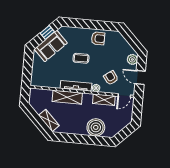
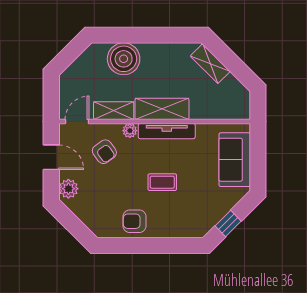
sofa: (51, 46) -> (235, 160), moved, turned -45
shelving: (67, 97) -> (162, 109), moved

